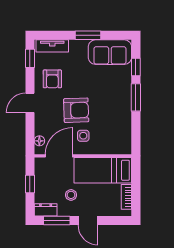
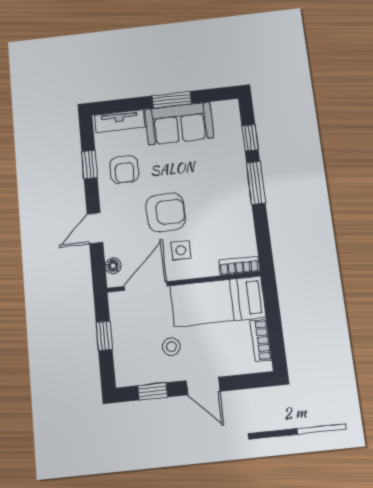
sofa: (110, 52) -> (179, 123), moved
window: (30, 58) -> (90, 165), moved
door: (30, 103) -> (95, 228), moved
bookcase: (119, 149) -> (239, 266), added
dresser: (46, 210) -> (133, 375), removed
window: (57, 221) -> (153, 391), width x0.67

